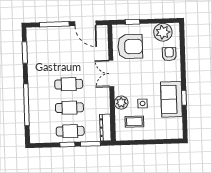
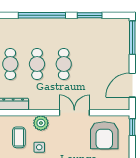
window: (132, 22) -> (132, 127), moved
window: (54, 24) -> (132, 38), moved
window: (25, 52) -> (90, 15), moved

